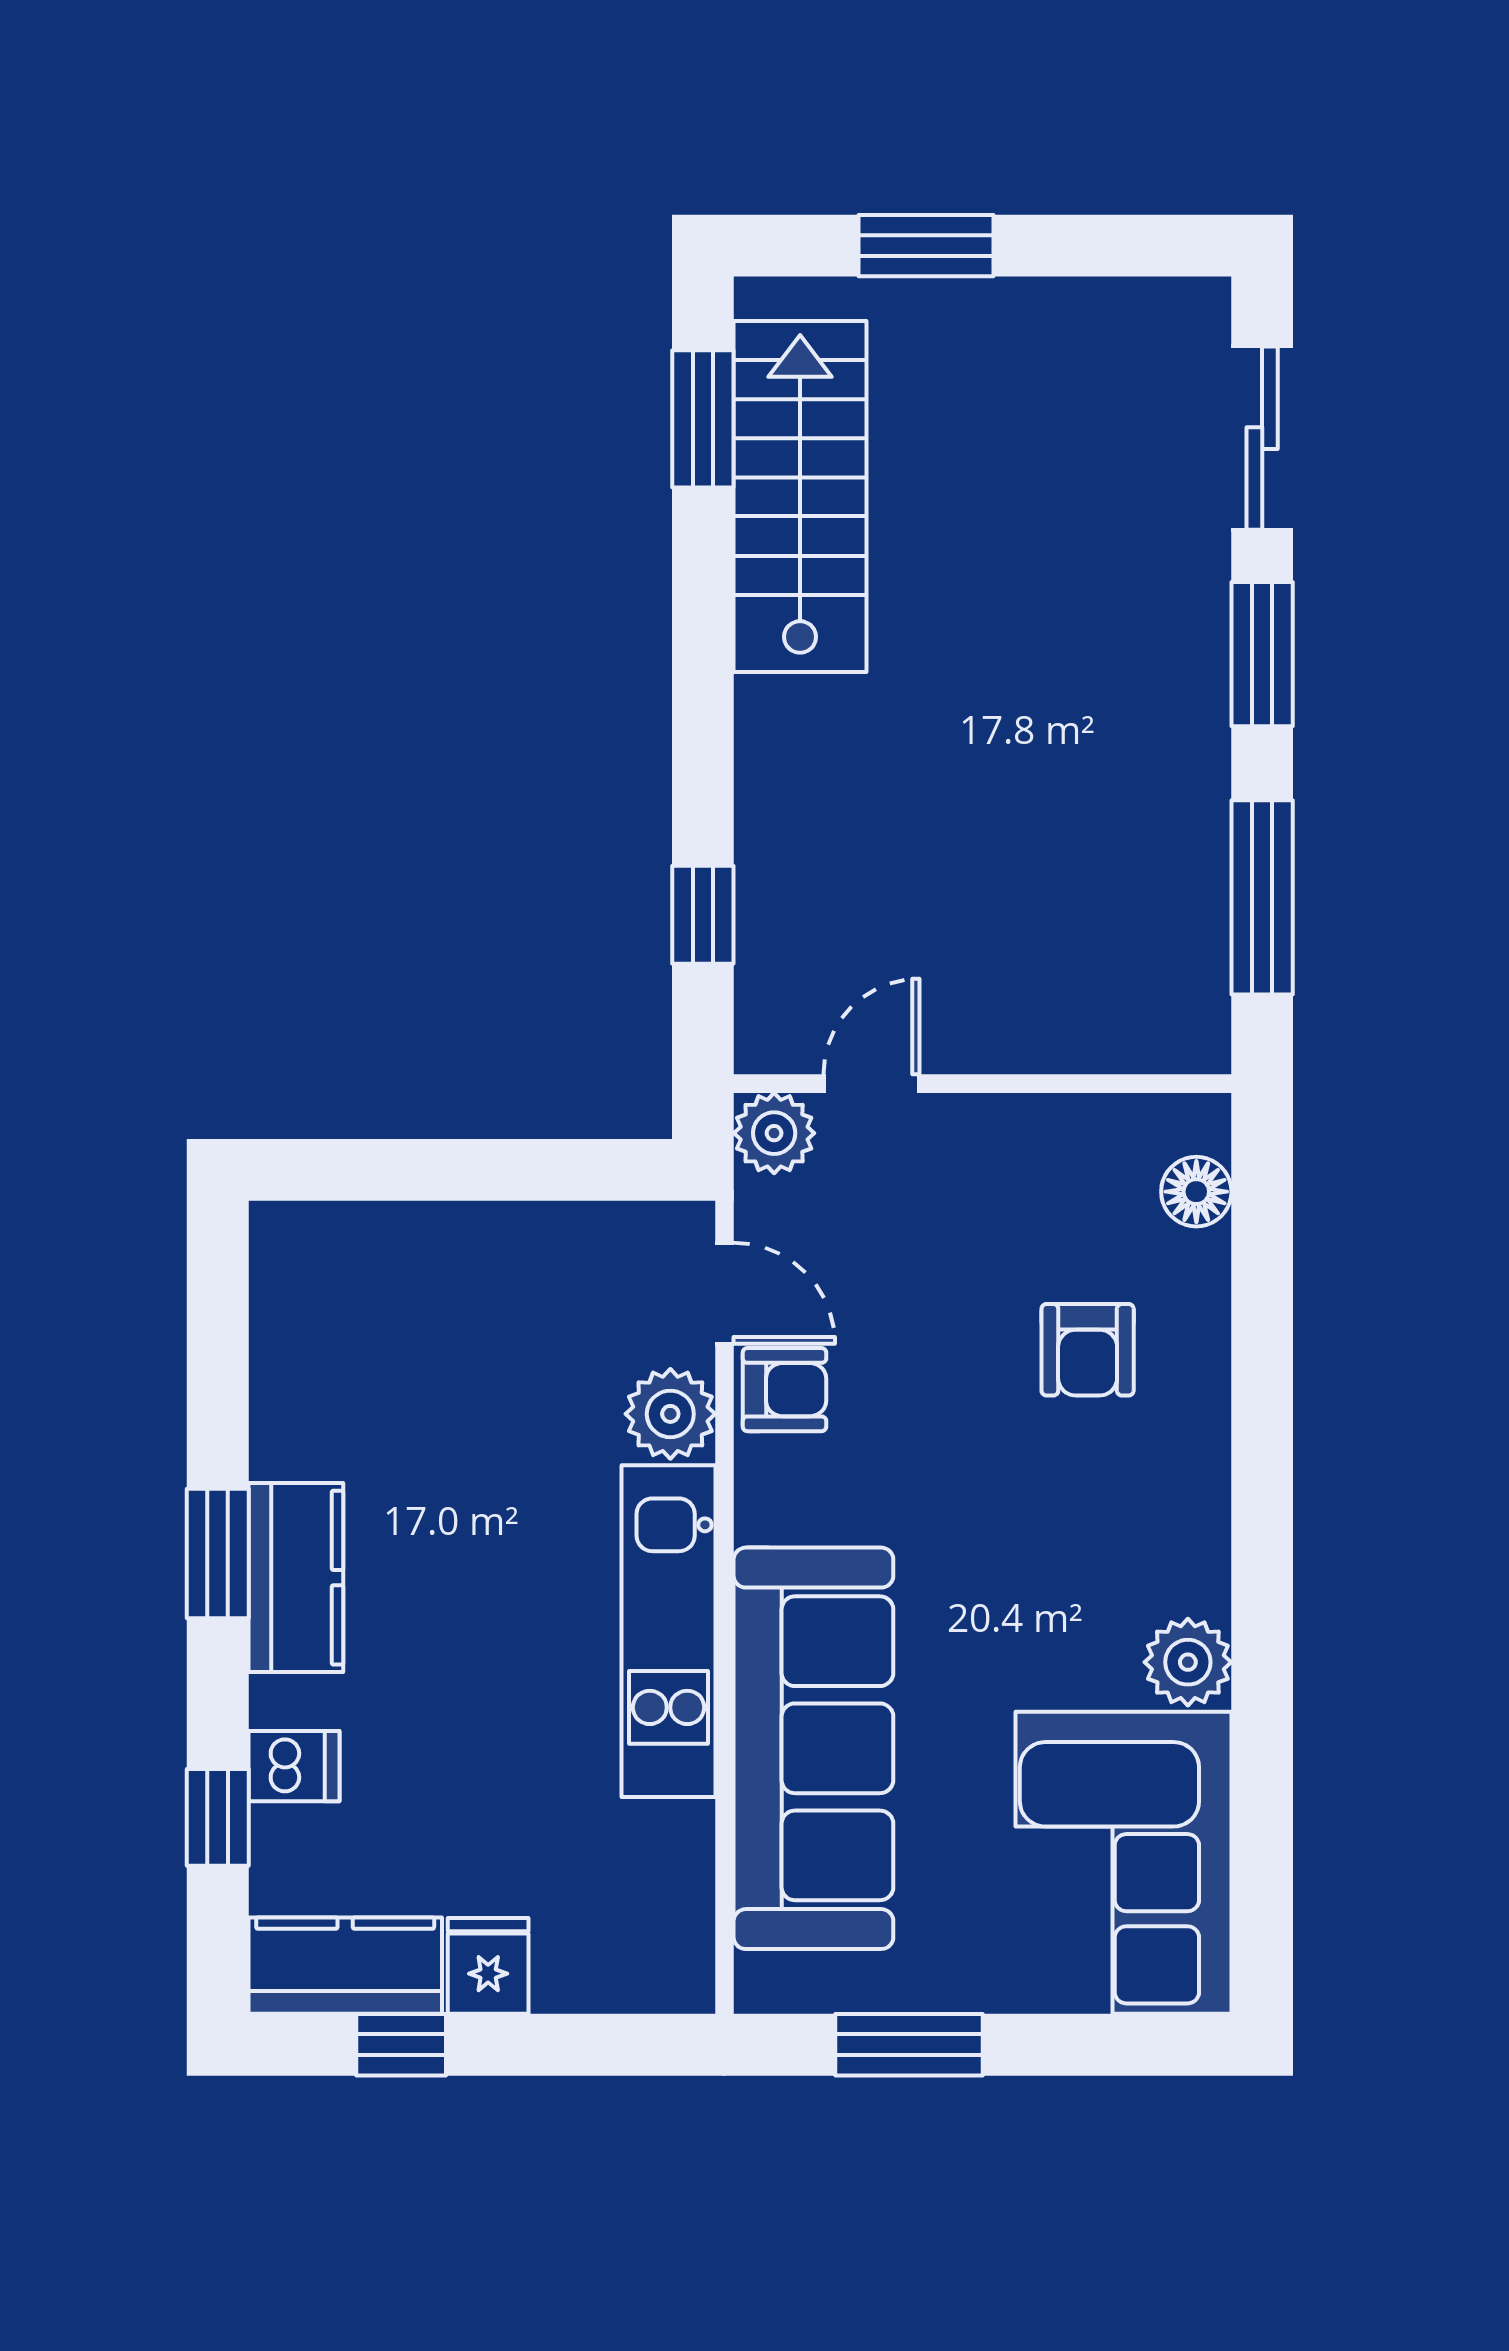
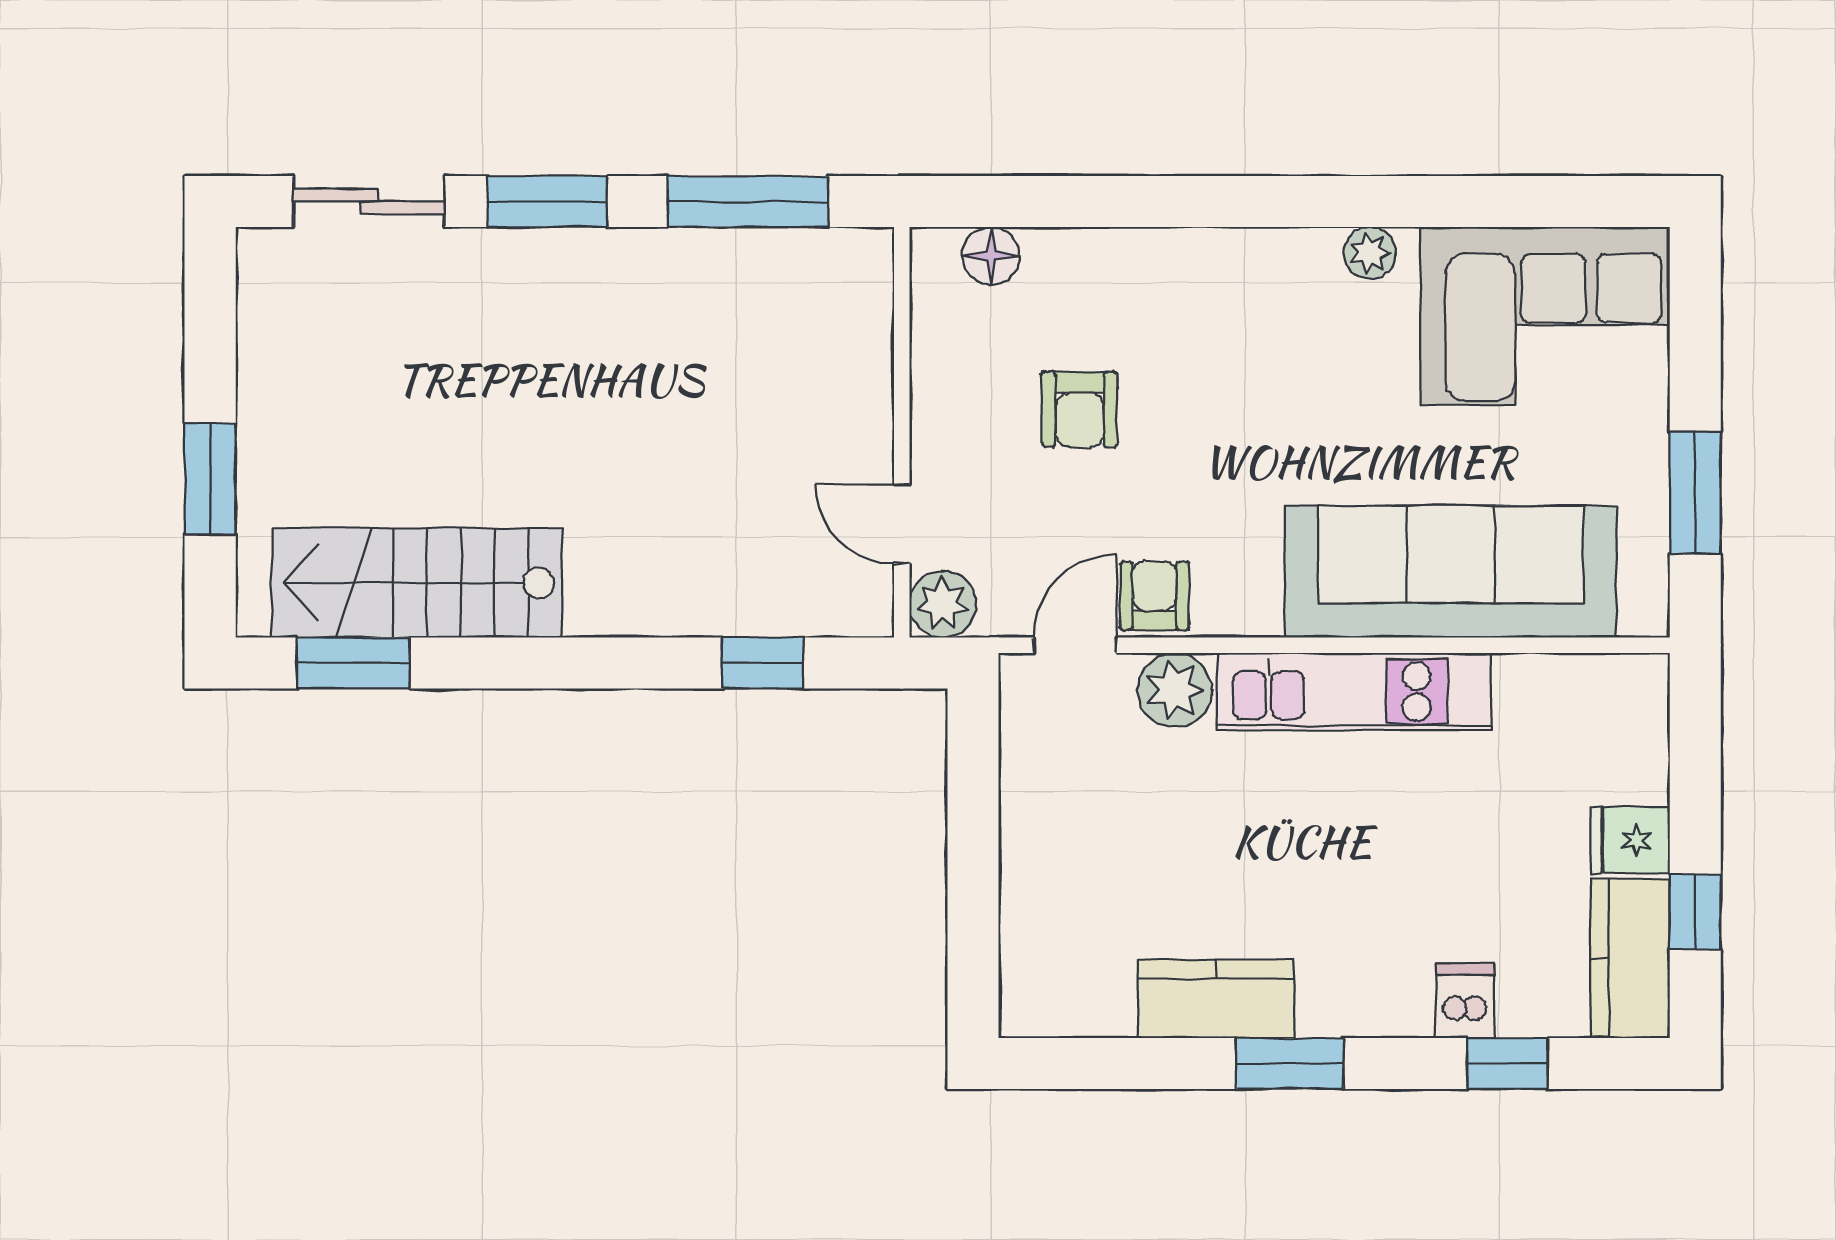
armchair: (1088, 1350) -> (1080, 409), moved, turned 90
kitchen counter: (296, 1578) -> (1216, 999), moved
plant: (1188, 1662) -> (1370, 253), width x0.73, depth x0.73

